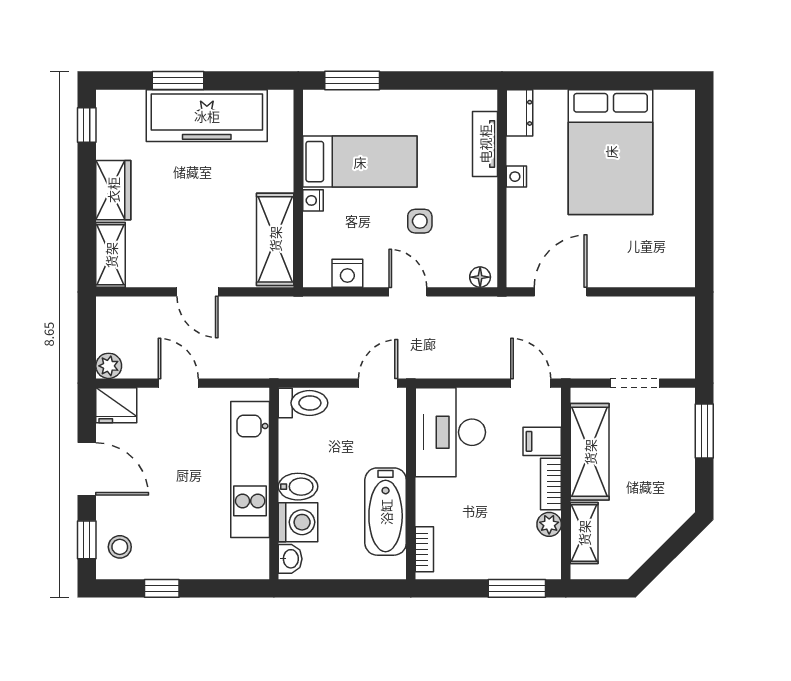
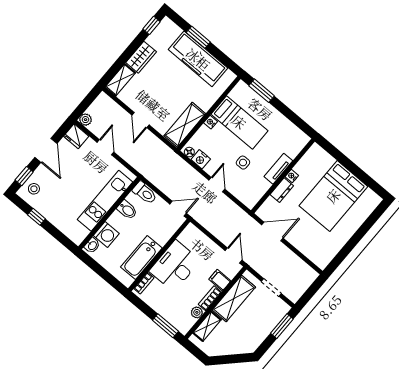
dresser: (520, 113) -> (282, 190), moved
tv unit: (485, 144) -> (278, 169), moved
floor lamp: (480, 277) -> (189, 152), moved
desk: (450, 432) -> (175, 266), moved
bidet: (298, 487) -> (127, 210), moved

